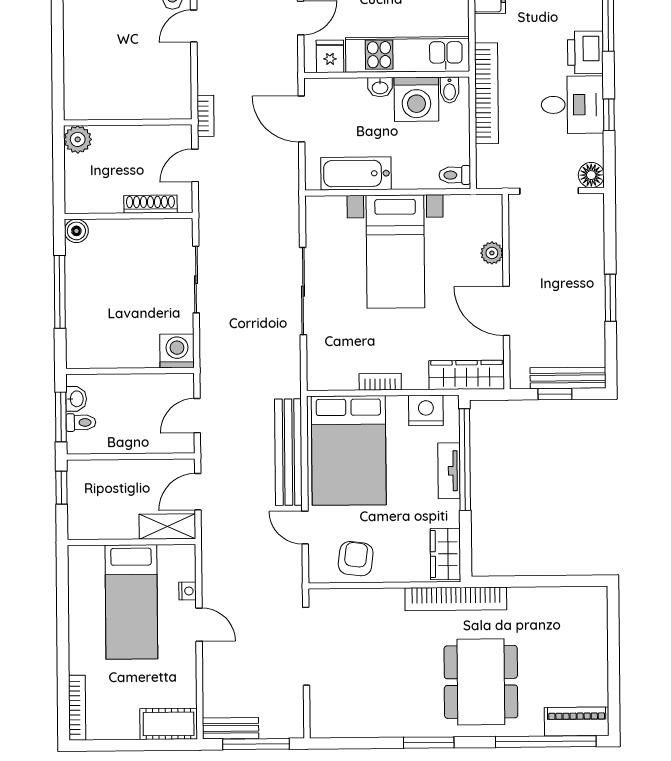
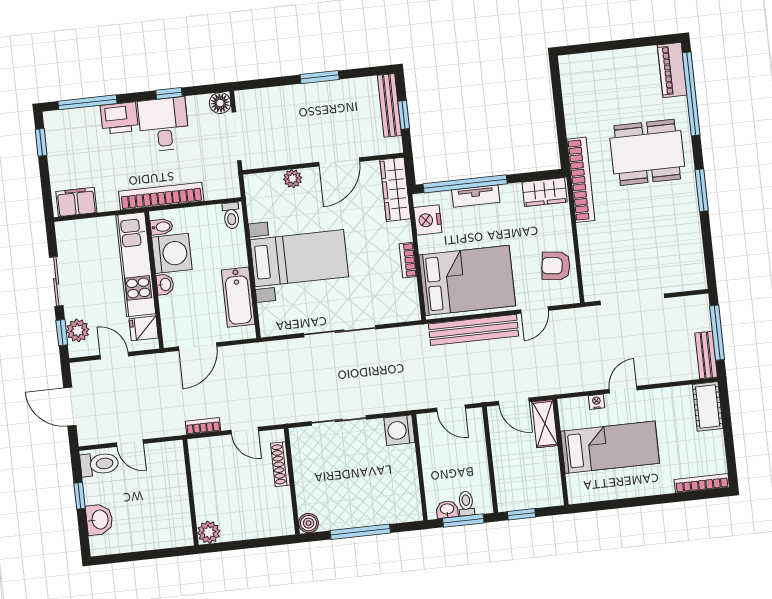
wall: (128, 122) -> (191, 492), moved
plant: (78, 139) -> (209, 532), moved

